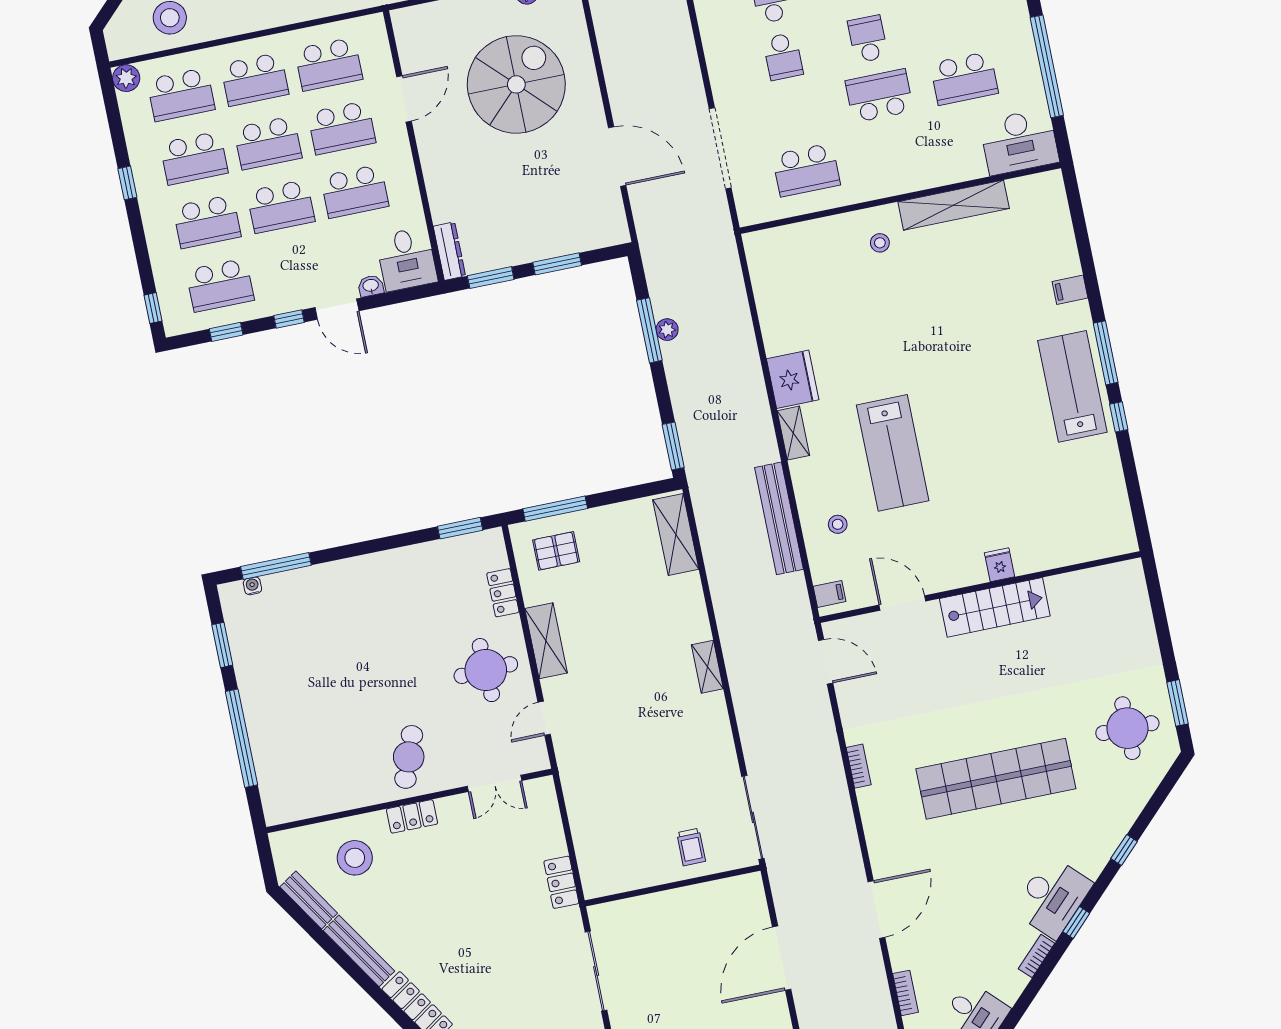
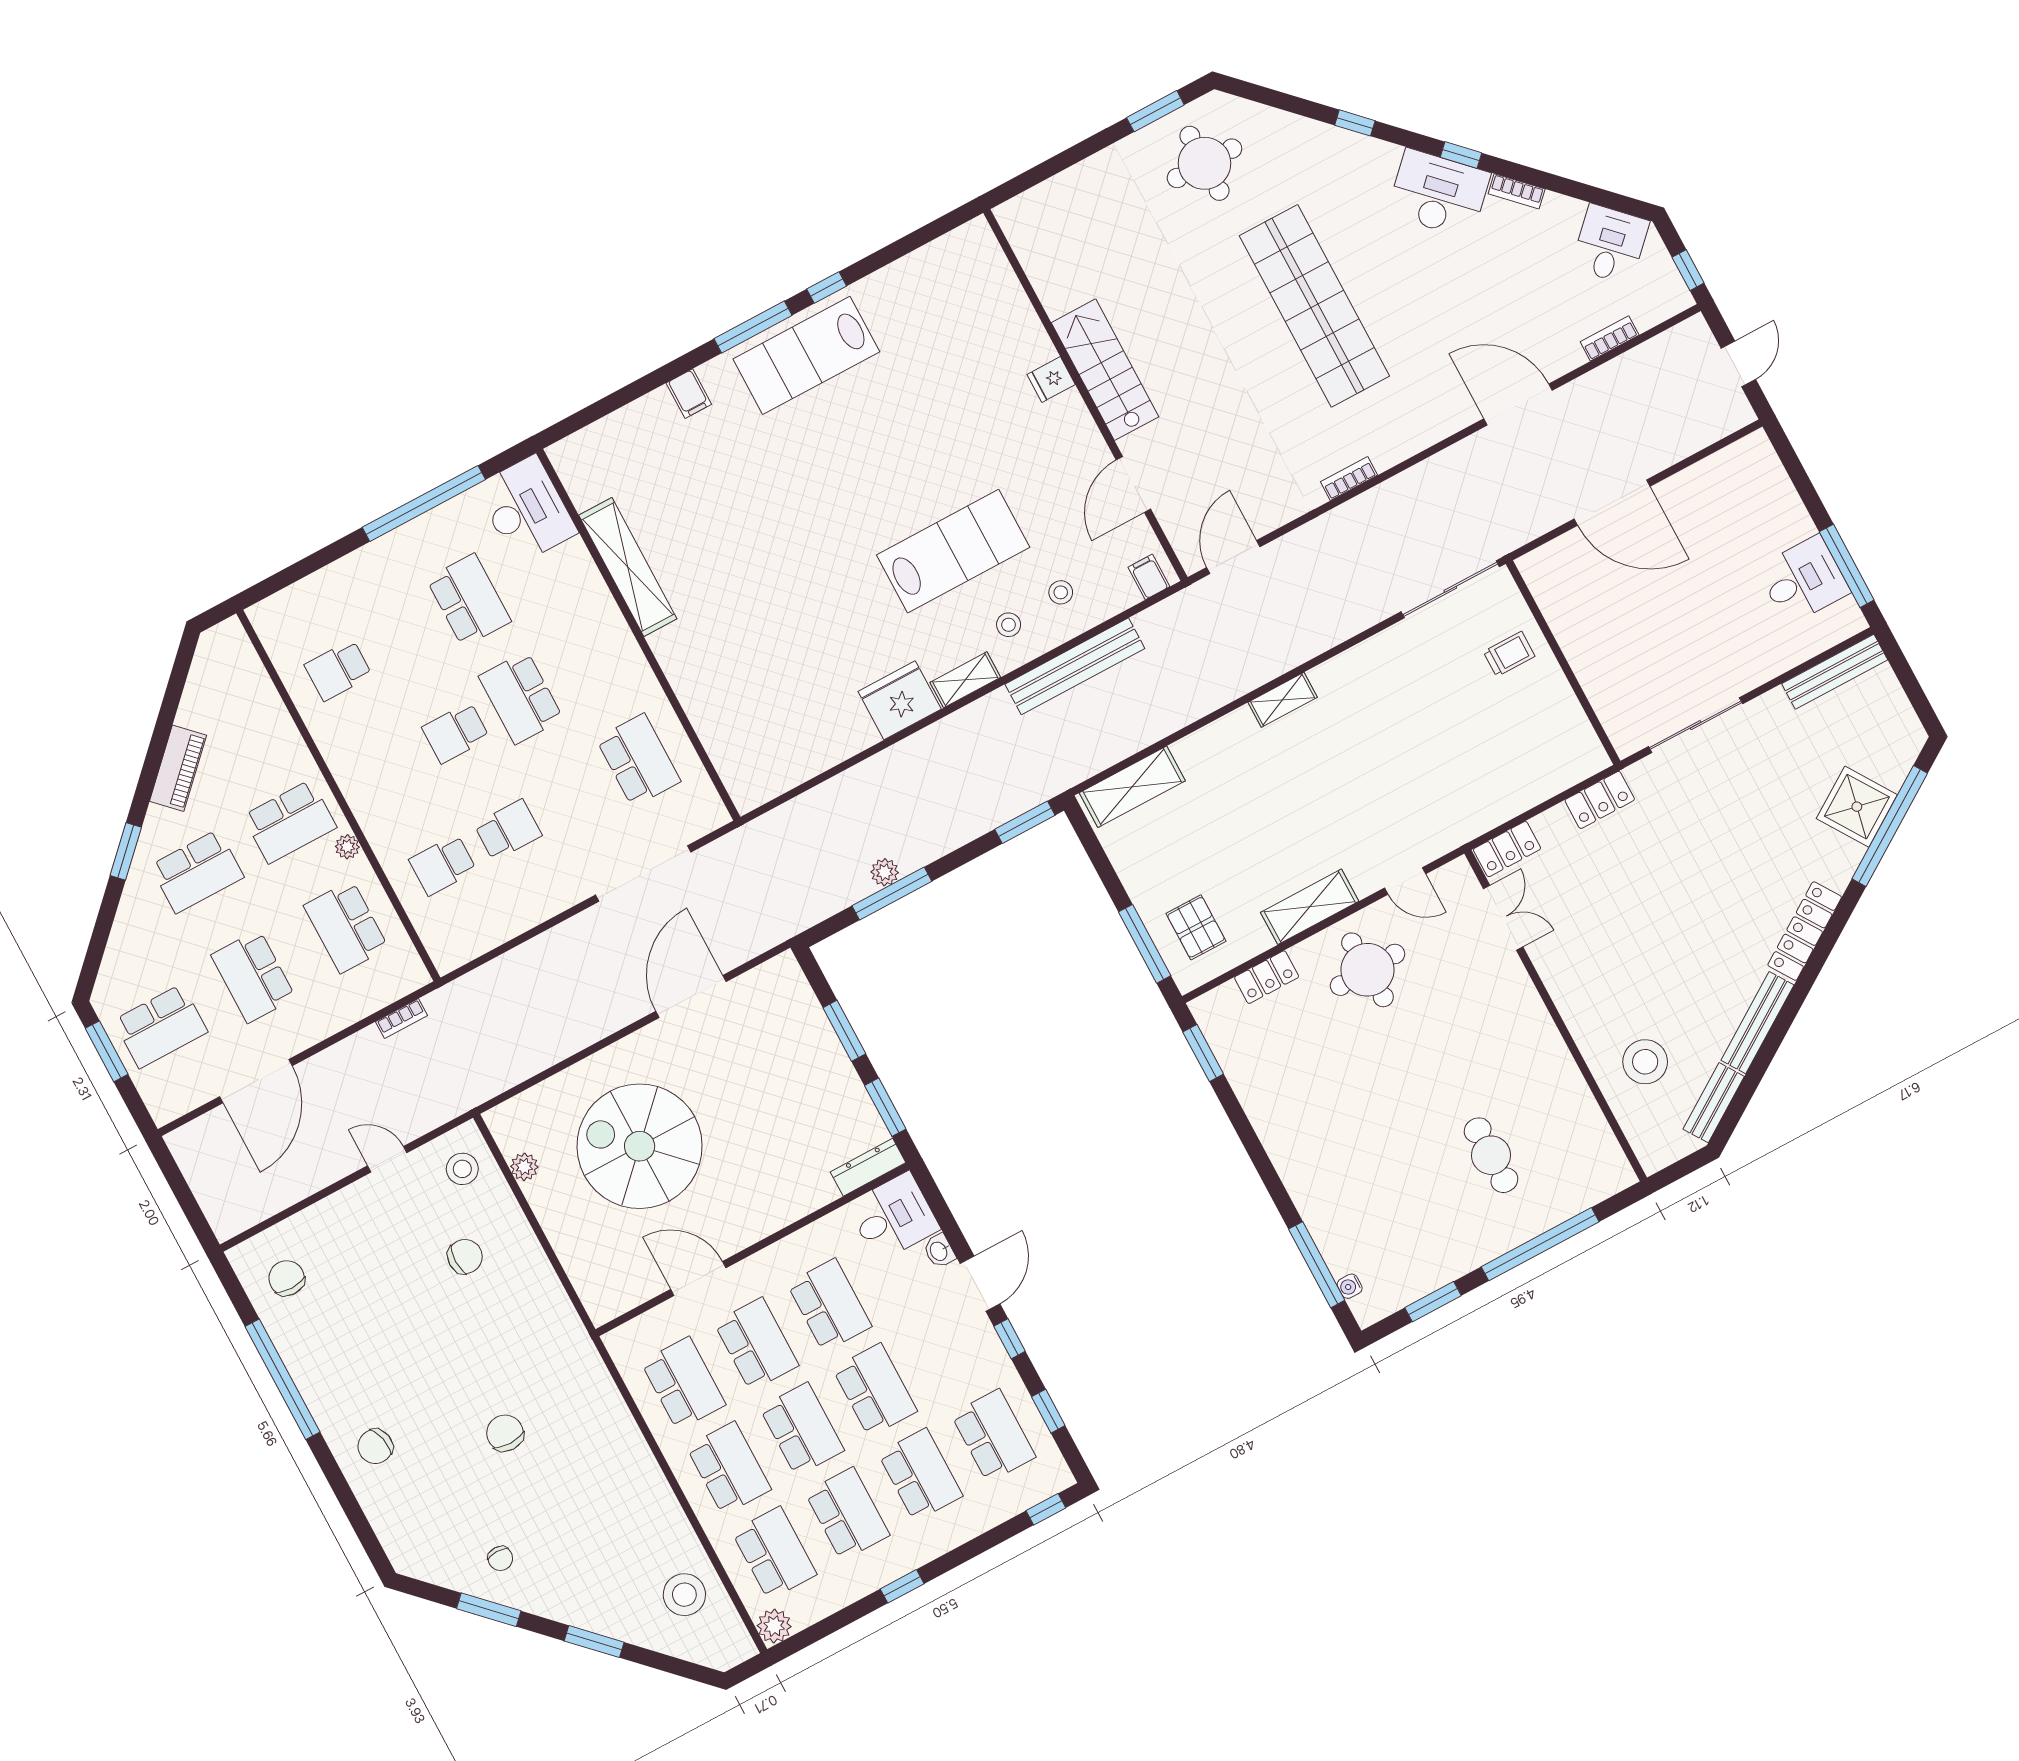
stool: (880, 243) -> (1009, 625), moved
cafe table: (409, 757) -> (1491, 1155), moved, turned 70
locker: (412, 816) -> (1507, 849), moved, turned 90

